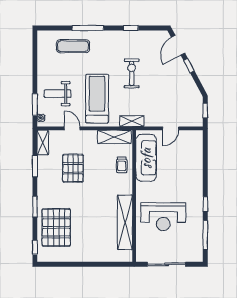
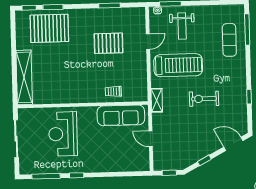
window: (88, 28) -> (247, 30), moved
window: (189, 66) -> (204, 160), moved
exercise bike: (132, 73) -> (204, 99), turned 180
weight bench: (58, 94) -> (182, 26), turned 180
shelving: (114, 137) -> (141, 83), removed
shelving: (43, 143) -> (133, 13), removed
window: (35, 207) -> (53, 7), moved
shelving: (125, 222) -> (24, 77), moved, turned 90

